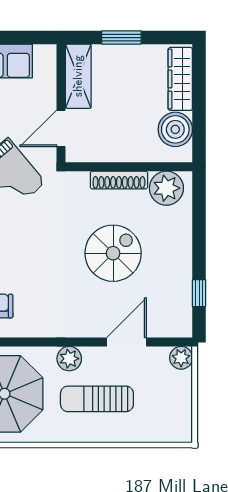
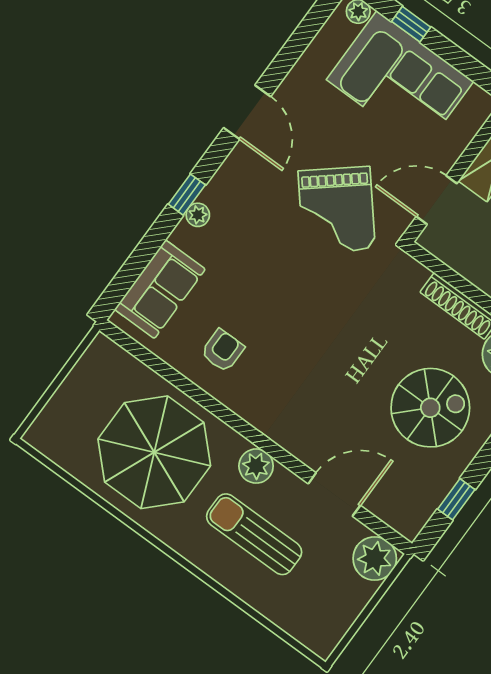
spiral stairs: (113, 253) -> (430, 408), moved
plant: (181, 358) -> (375, 559), width x1.36, depth x1.36

